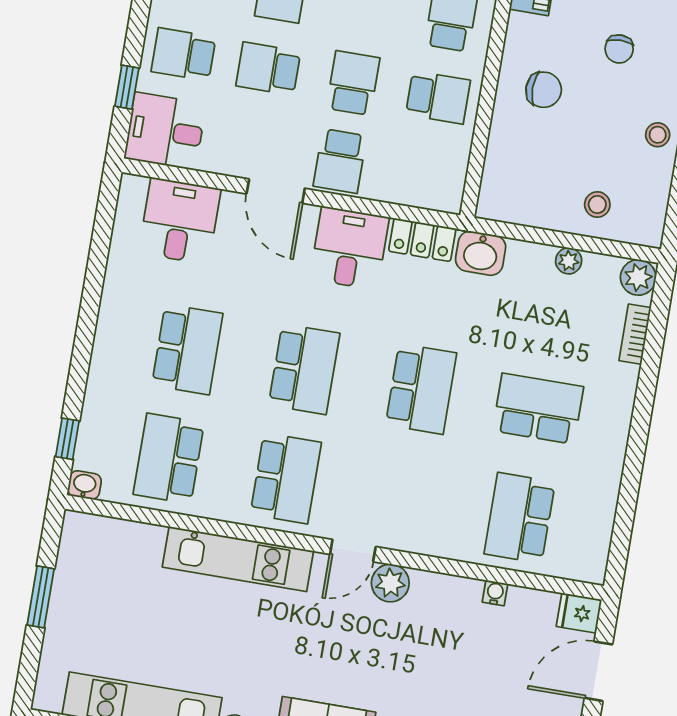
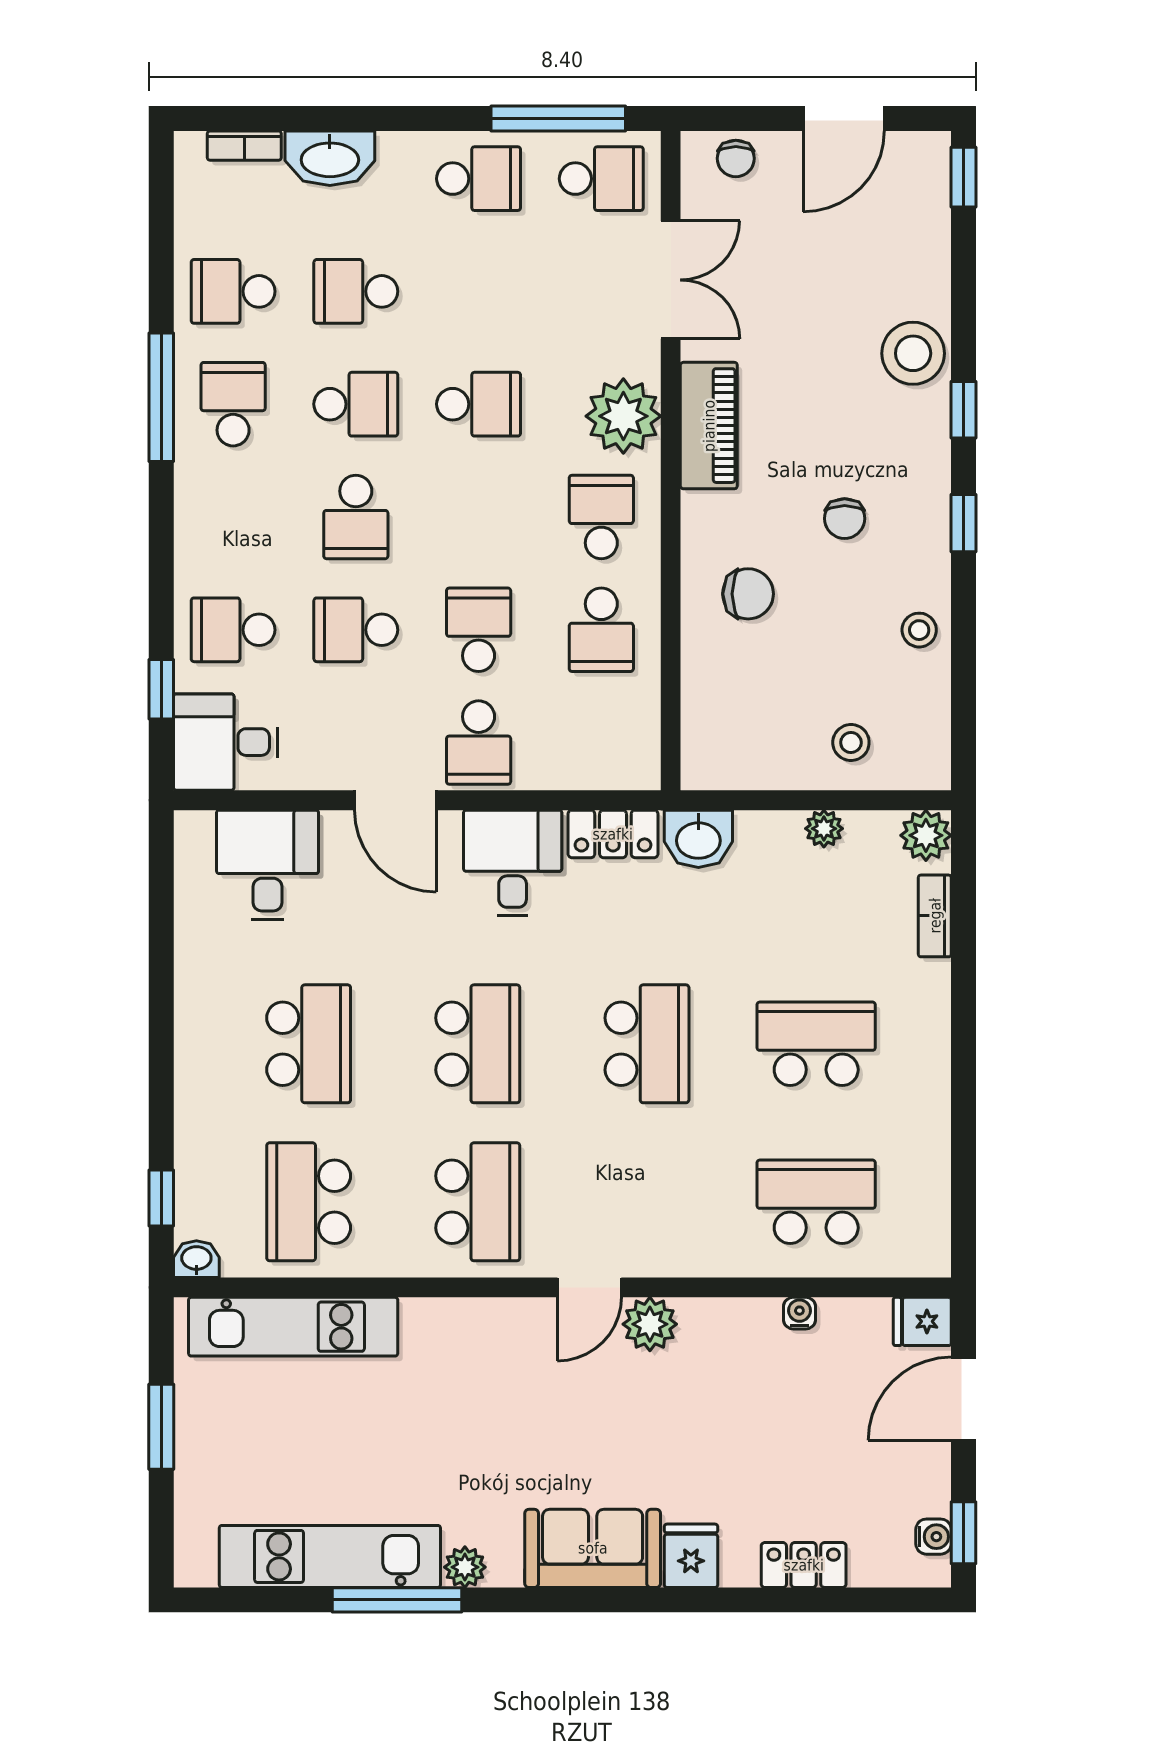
school desk: (438, 97) -> (601, 630), turned 90
school desk: (520, 518) -> (816, 1202), turned 90
kitchen unit: (238, 559) -> (293, 1327), moved

